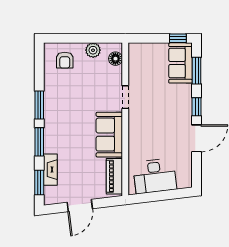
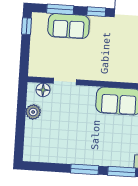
armchair: (65, 60) -> (41, 141), removed
sofa: (181, 63) -> (69, 26), moved
doorway: (125, 97) -> (65, 82), moved

